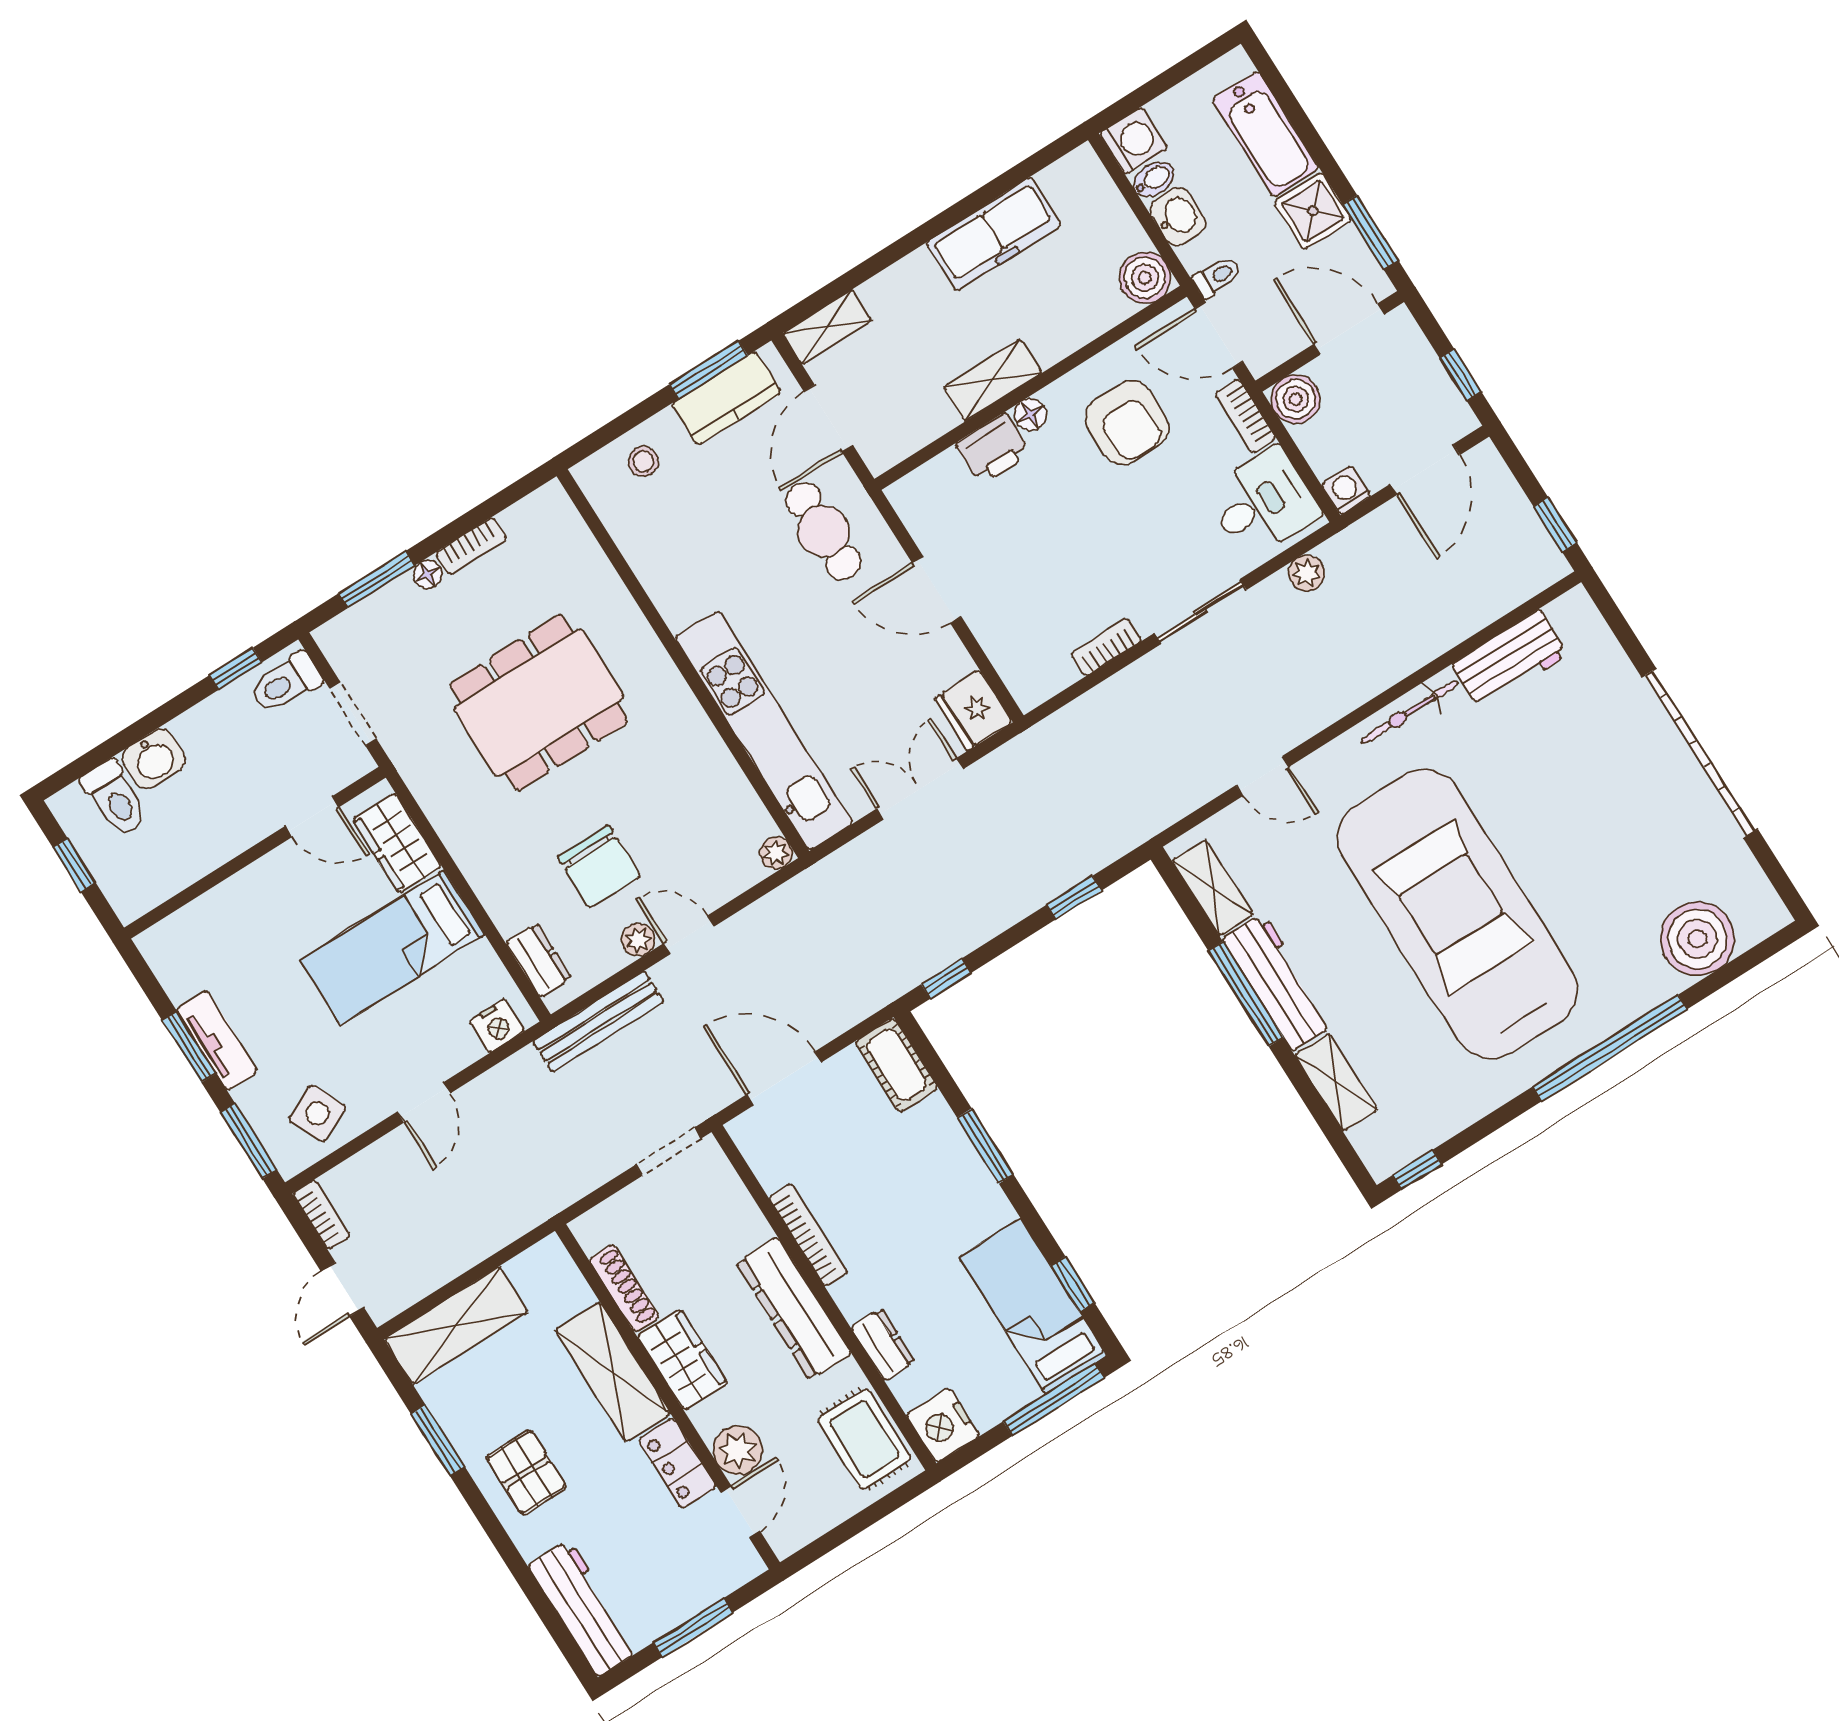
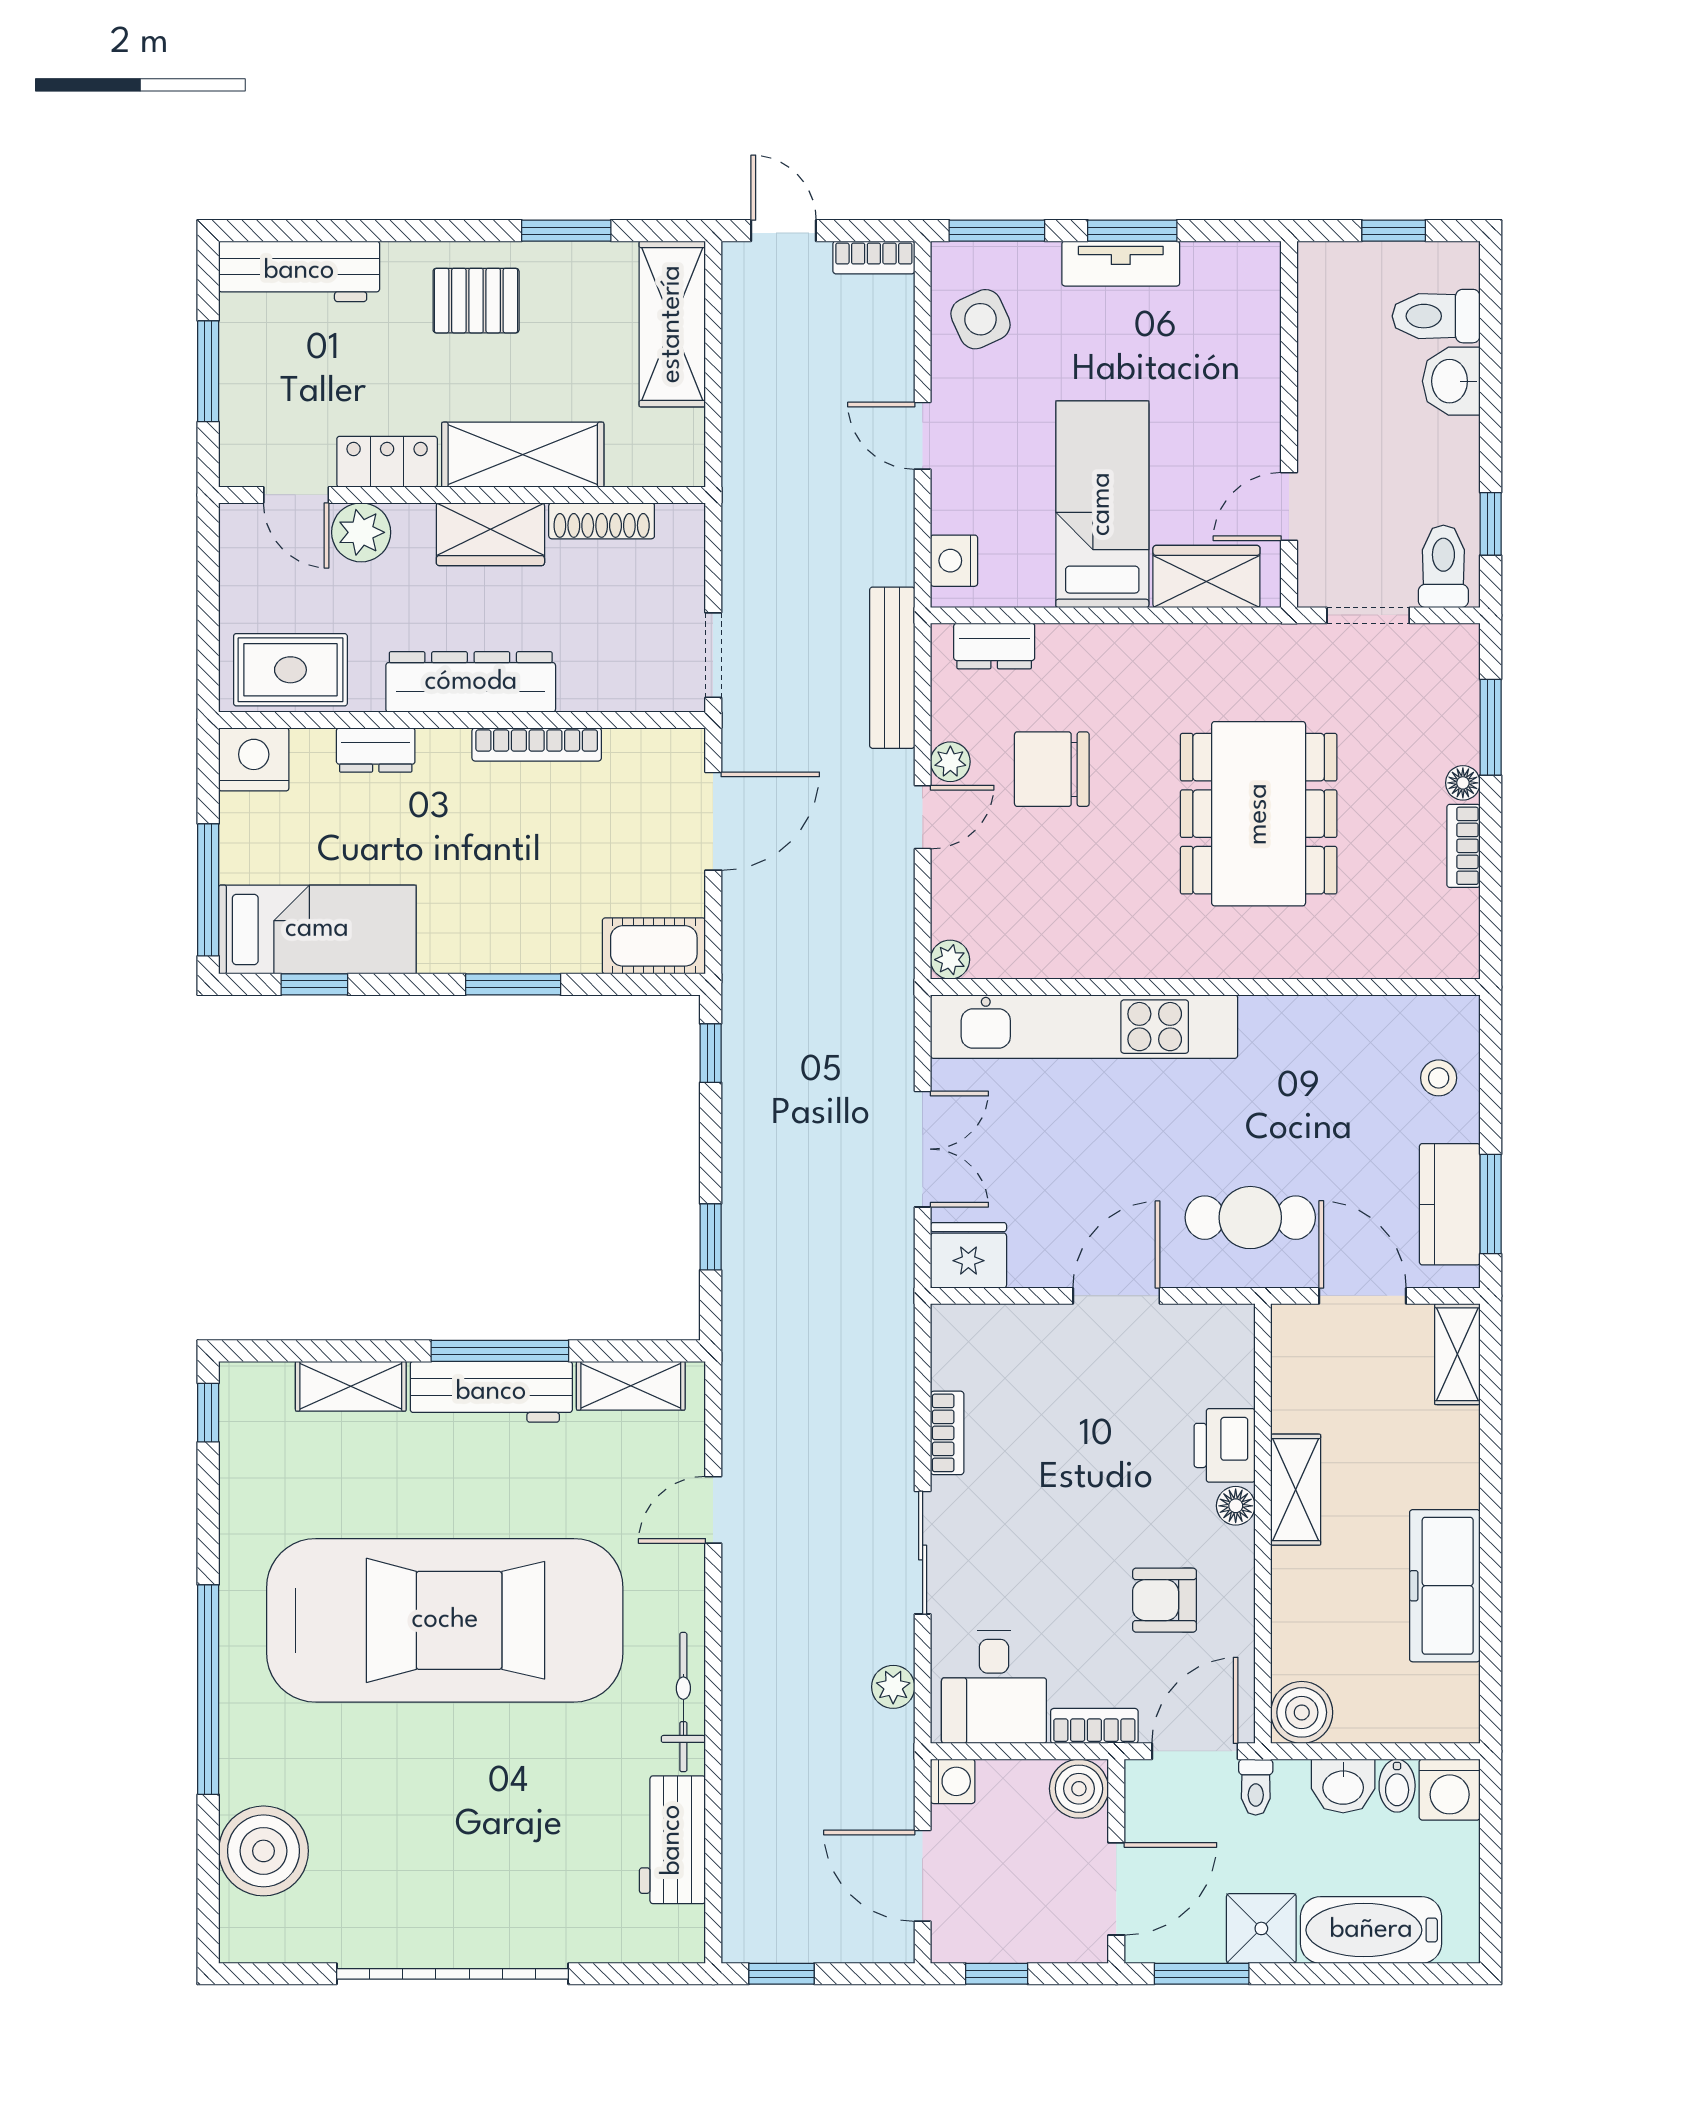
armchair: (1127, 423) -> (1165, 1600), width x0.72, depth x0.72

